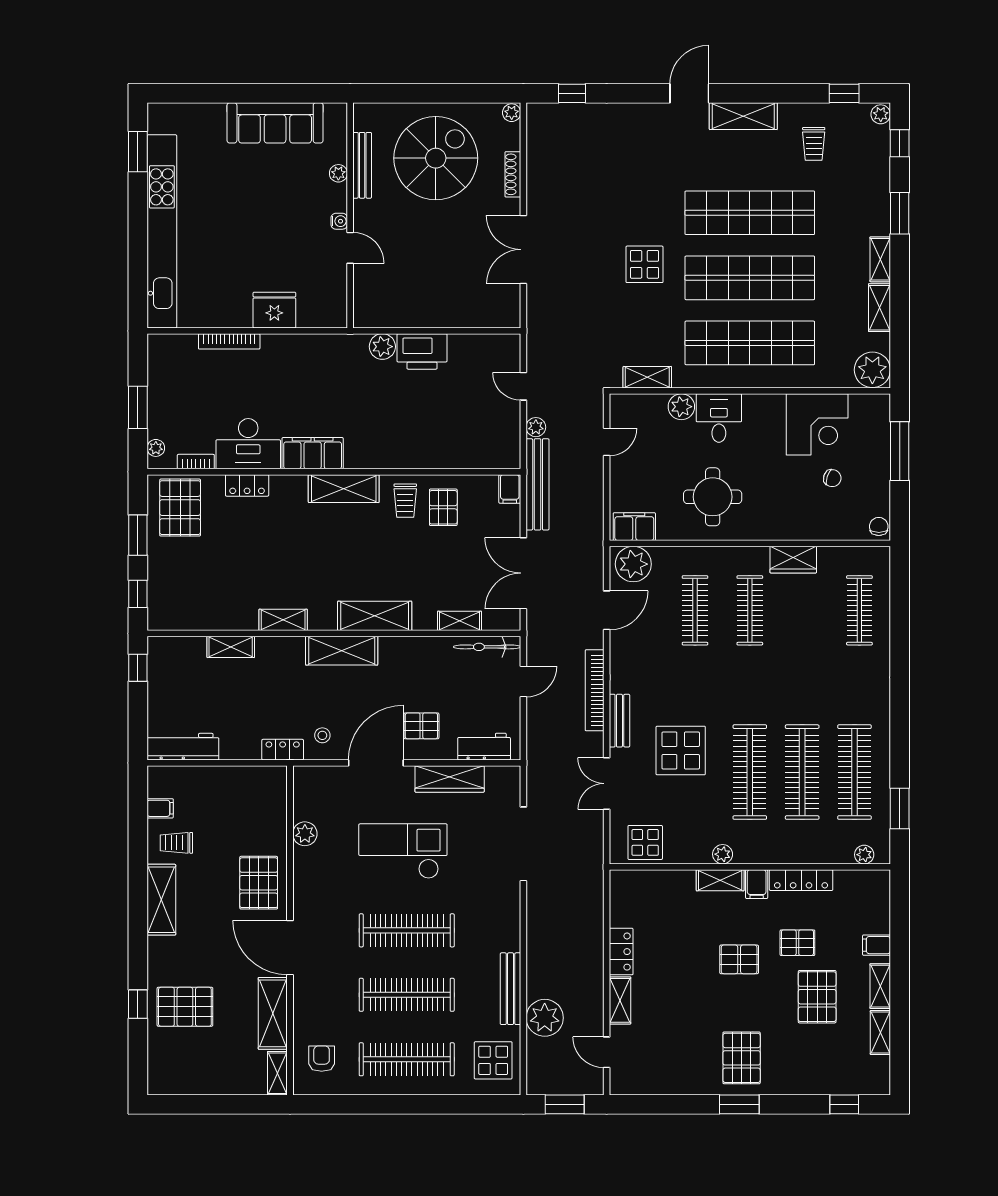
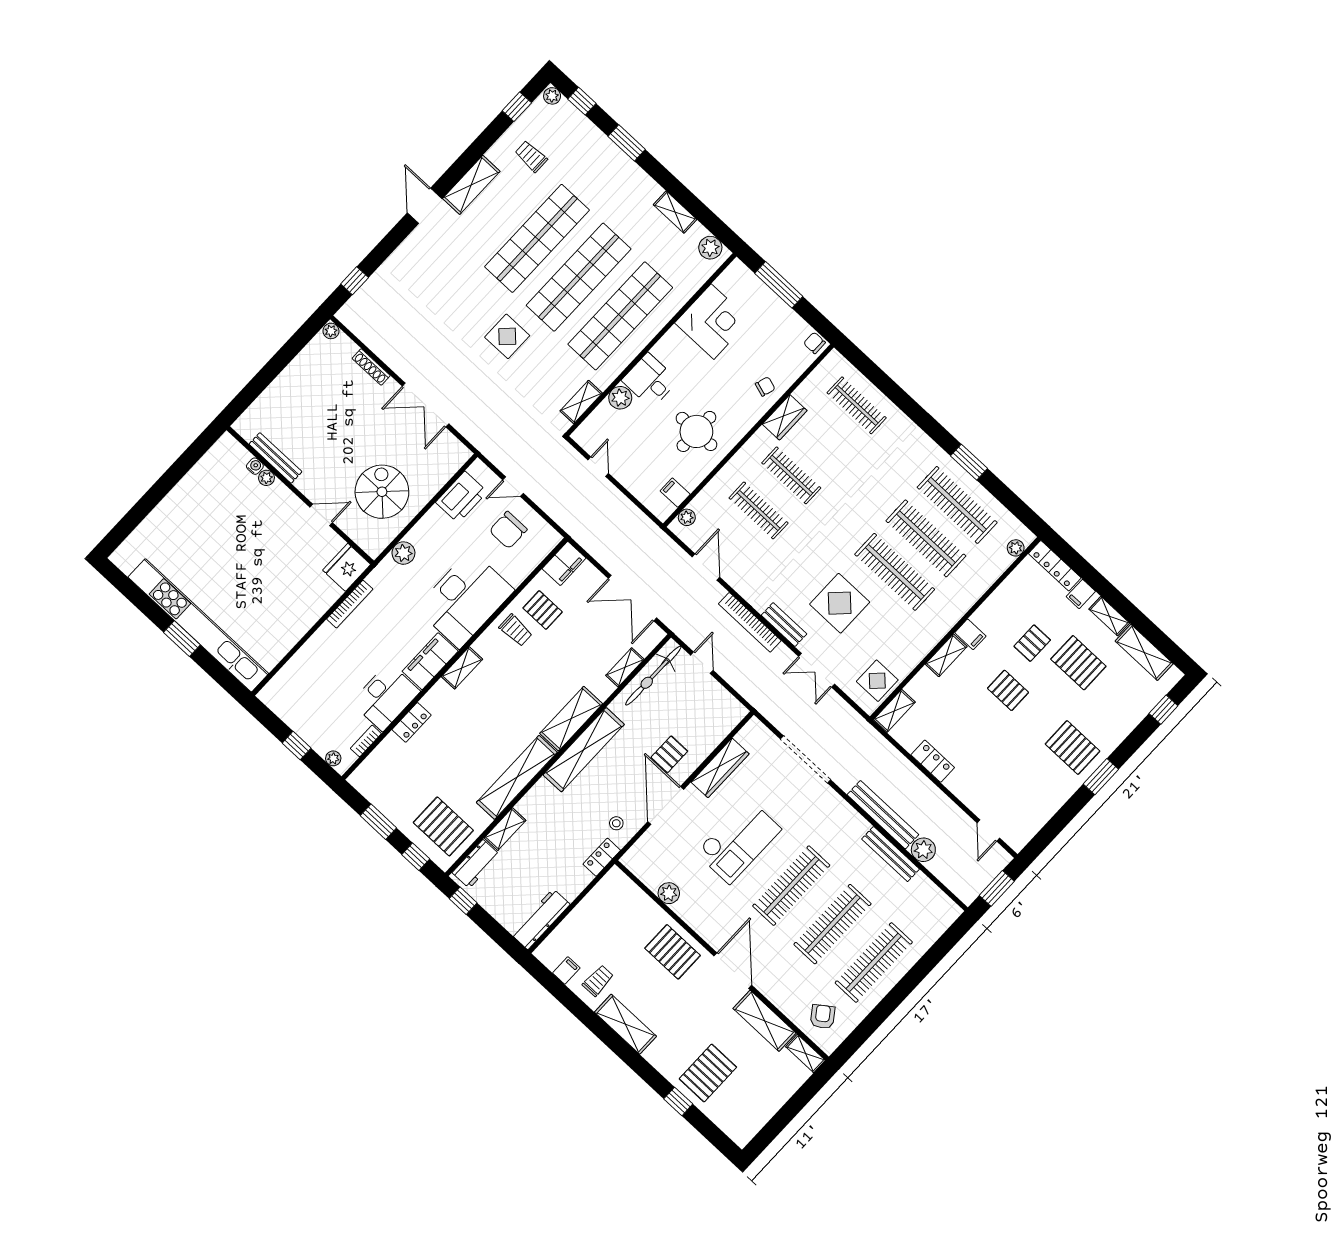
sofa: (275, 123) -> (196, 488), removed
trolley: (814, 144) -> (531, 156), turned 180
window: (138, 152) -> (182, 639), moved
spiral stairs: (436, 158) -> (382, 492), moved, width x0.73, depth x0.73
water cooler: (339, 221) -> (255, 466), moved
shelving: (880, 259) -> (644, 183), removed
fridge: (274, 310) -> (347, 567), moved
bookcase: (229, 341) -> (350, 604), moved
printer: (422, 351) -> (461, 497), moved
plant: (872, 370) -> (710, 248), width x0.73, depth x0.73
window: (138, 407) -> (297, 746), width x0.67
chair: (483, 416) -> (508, 530), added
plant: (536, 427) -> (546, 503), removed
desk: (392, 434) -> (465, 599), added
chair: (832, 478) -> (765, 386), moved
bench: (538, 484) -> (883, 815), moved
shelving: (344, 489) -> (462, 668), width x0.67, depth x0.75
filing cabinet: (510, 489) -> (564, 563), width x2.00
pallet: (180, 508) -> (443, 826), moved
filing cabinet: (634, 527) -> (675, 493), width x0.50
plant: (633, 564) -> (687, 517), width x0.53, depth x0.53
shelving: (283, 620) -> (517, 777), width x2.20, depth x1.33
bicycle: (487, 647) -> (653, 676), width x1.37, depth x1.40
shelving: (342, 651) -> (584, 750), width x1.47
workbench: (484, 747) -> (476, 864), moved, turned 180
window: (900, 808) -> (969, 462), moved
trolley: (176, 843) -> (598, 981), turned 180
checkout: (403, 851) -> (738, 841), turned 180
plant: (723, 854) -> (931, 638), removed
locker: (801, 880) -> (1055, 566), moved, turned 90
door: (290, 948) -> (733, 971), swing flipped
pallet: (739, 959) -> (1008, 690), turned 90
shelving: (620, 1000) -> (894, 711), moved, turned 90
plant: (545, 1018) -> (923, 850), width x0.73, depth x0.73
shelving: (880, 1033) -> (1144, 652), width x1.50, depth x1.33
door: (607, 1052) -> (988, 831), hinge flipped
armchair: (322, 1059) -> (823, 1017), turned 54
display table: (493, 1060) -> (926, 908), removed

